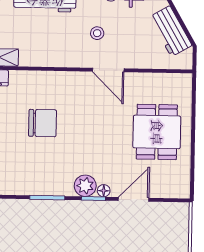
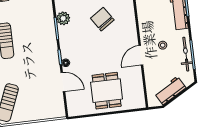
chair: (43, 123) -> (102, 19), turned 146
dining table: (157, 132) -> (107, 91), turned 90
plant: (85, 186) -> (63, 18), moved

